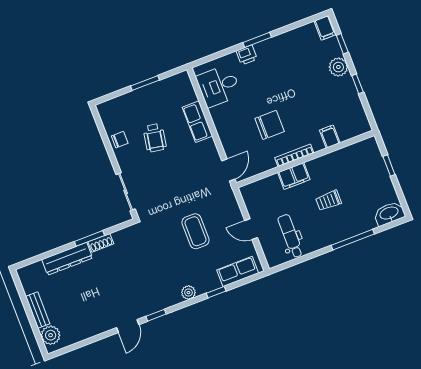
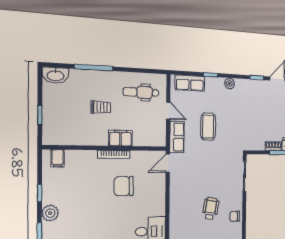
row of seats: (197, 122) -> (177, 137), moved
filing cabinet: (330, 137) -> (58, 158), moved
dental chair: (290, 236) -> (141, 92), turned 90

